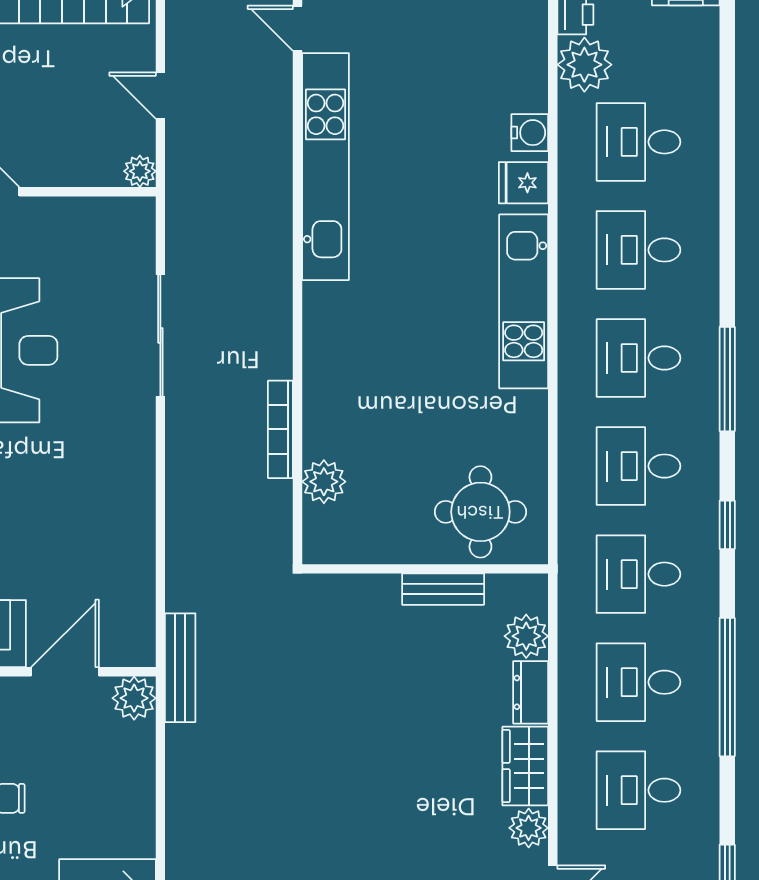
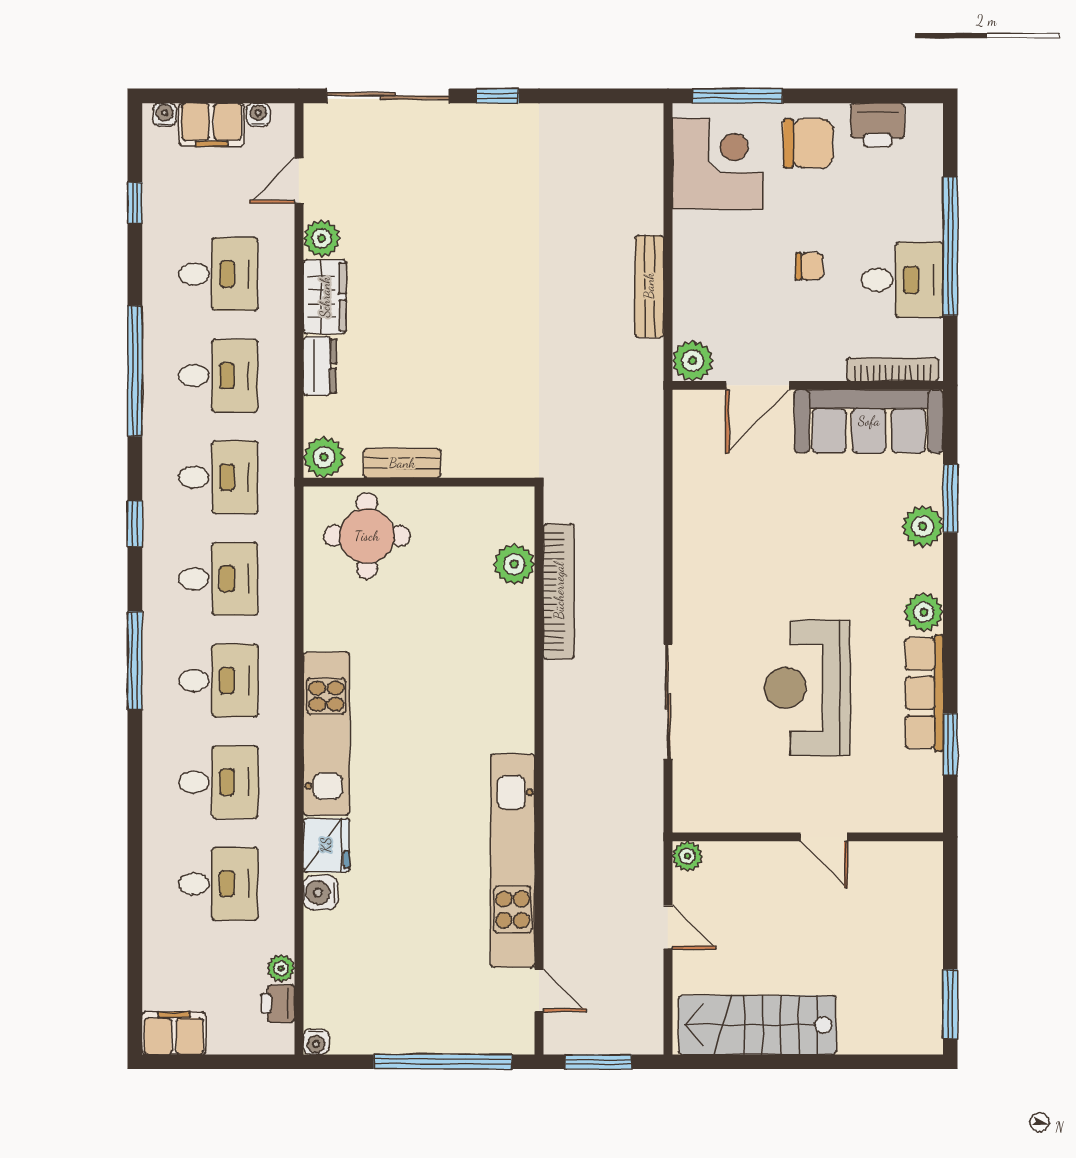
plant: (584, 65) -> (281, 968), width x0.53, depth x0.53
fridge: (523, 183) -> (326, 845), width x1.38
bookcase: (280, 429) -> (559, 591), width x1.48, depth x1.31
plant: (526, 636) -> (324, 457), moved
bench: (180, 668) -> (649, 286), moved

